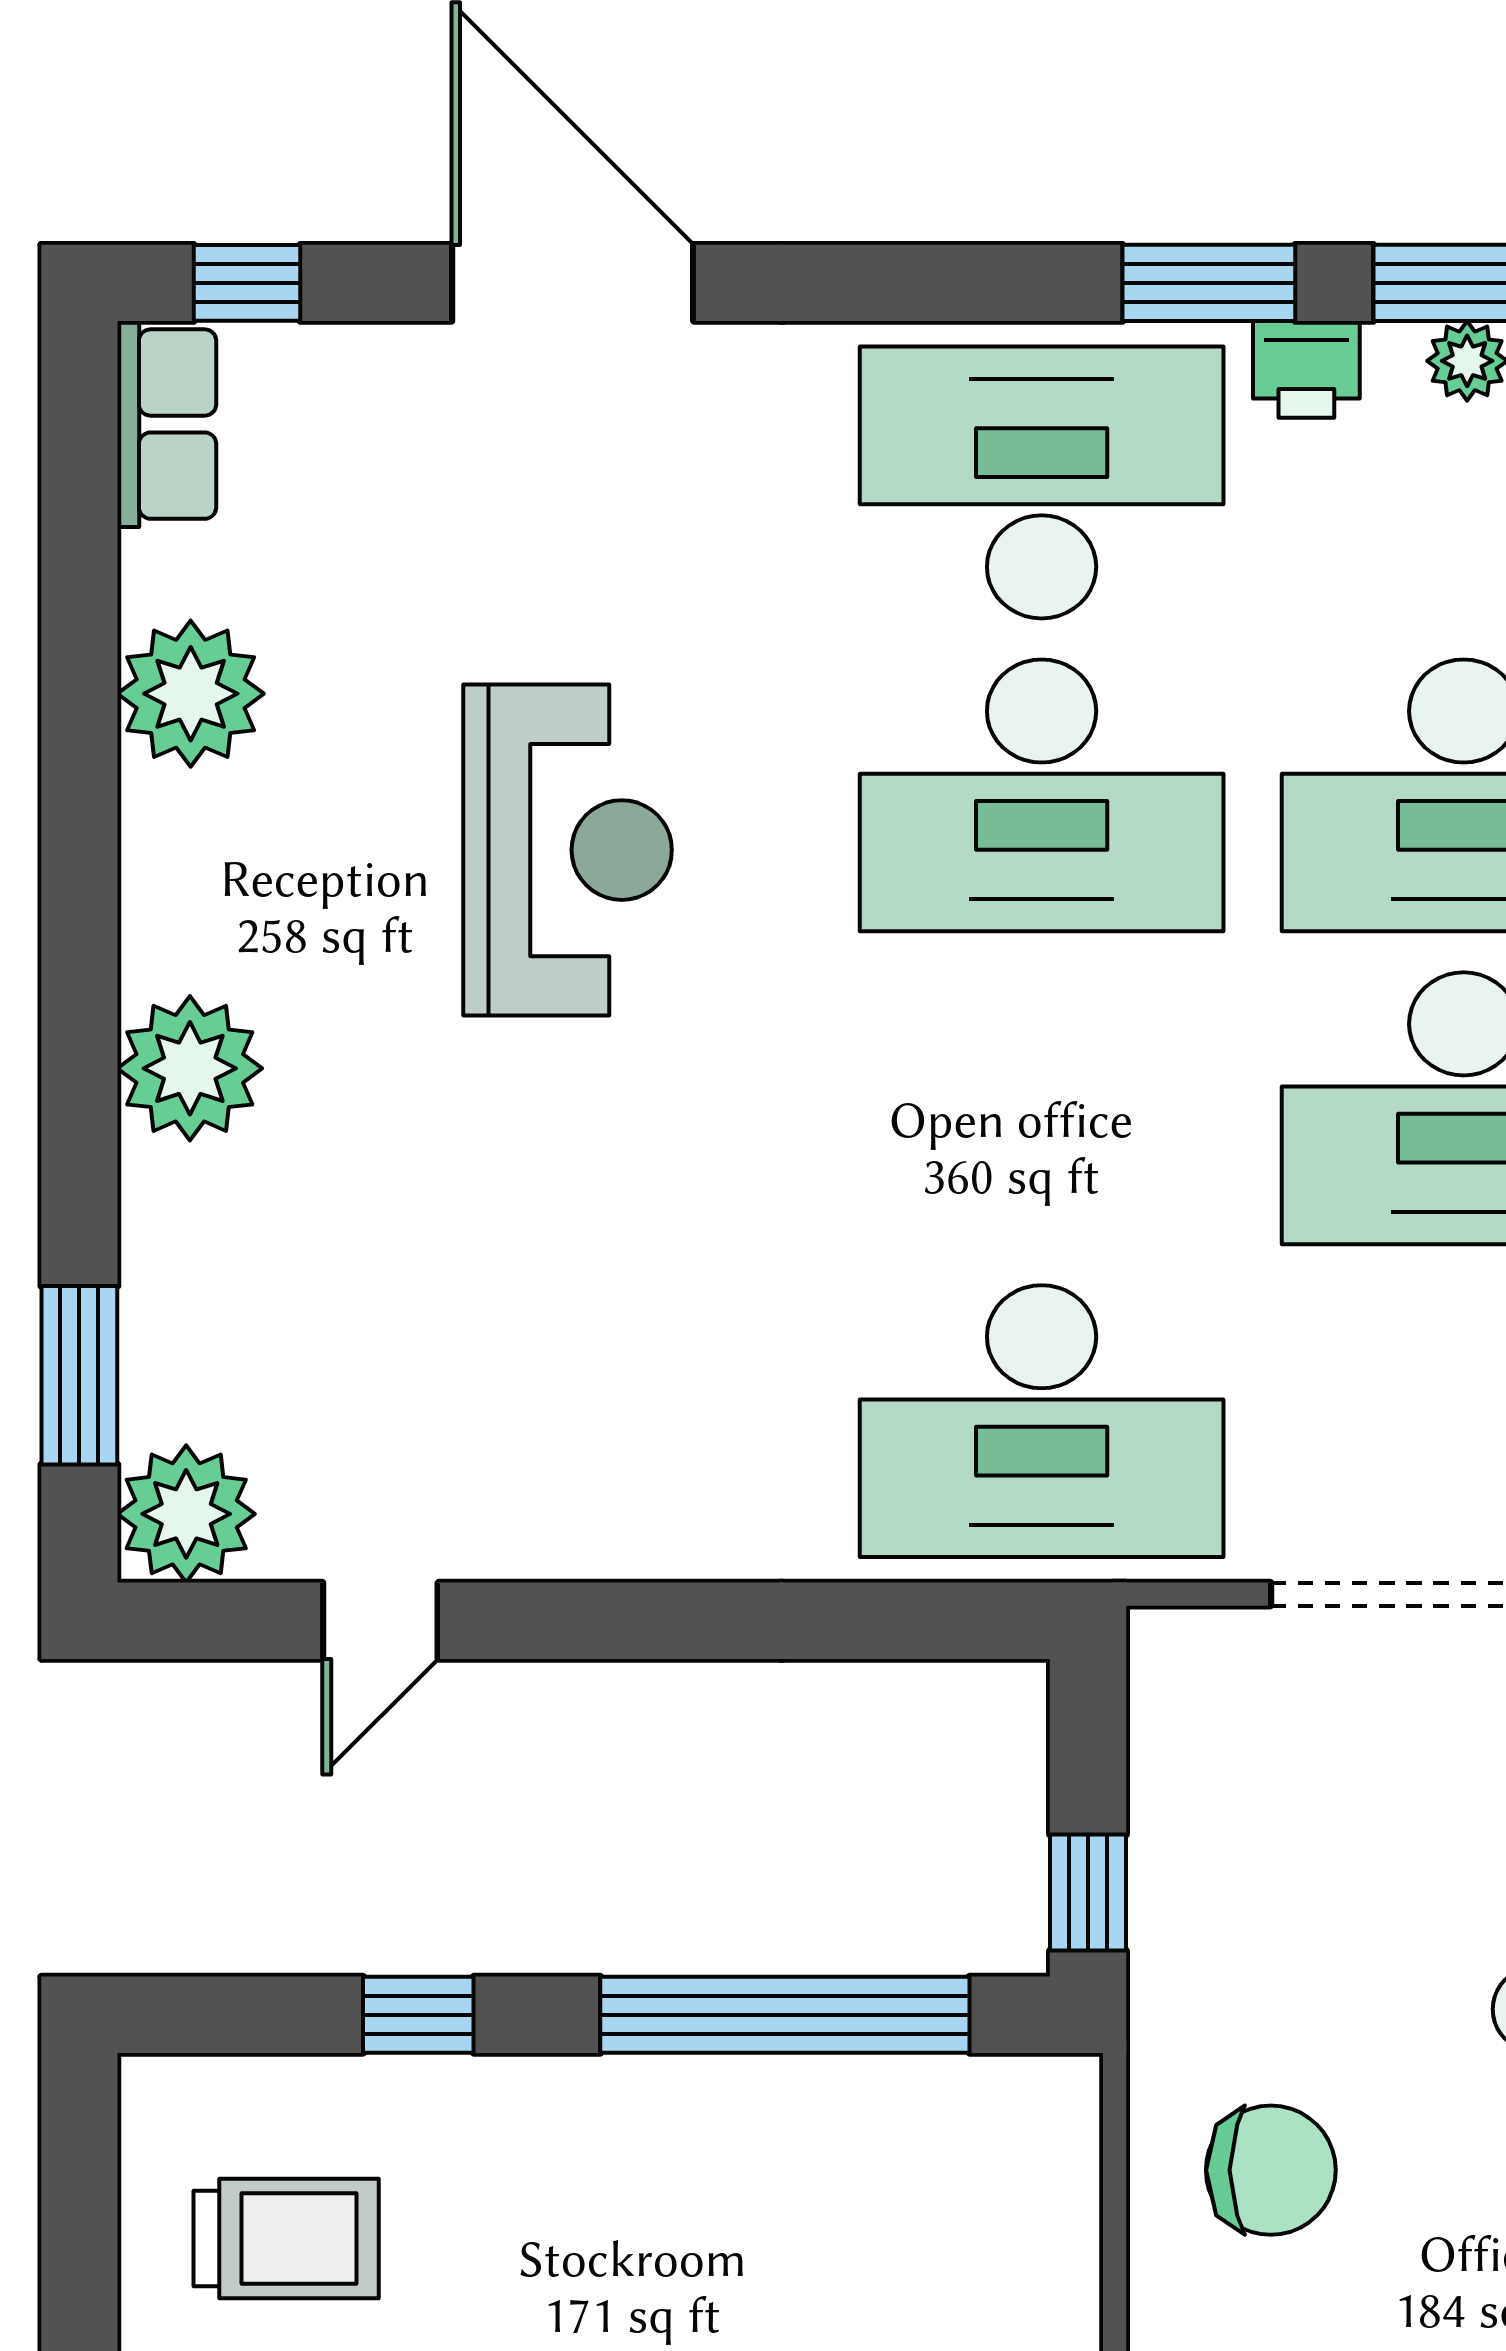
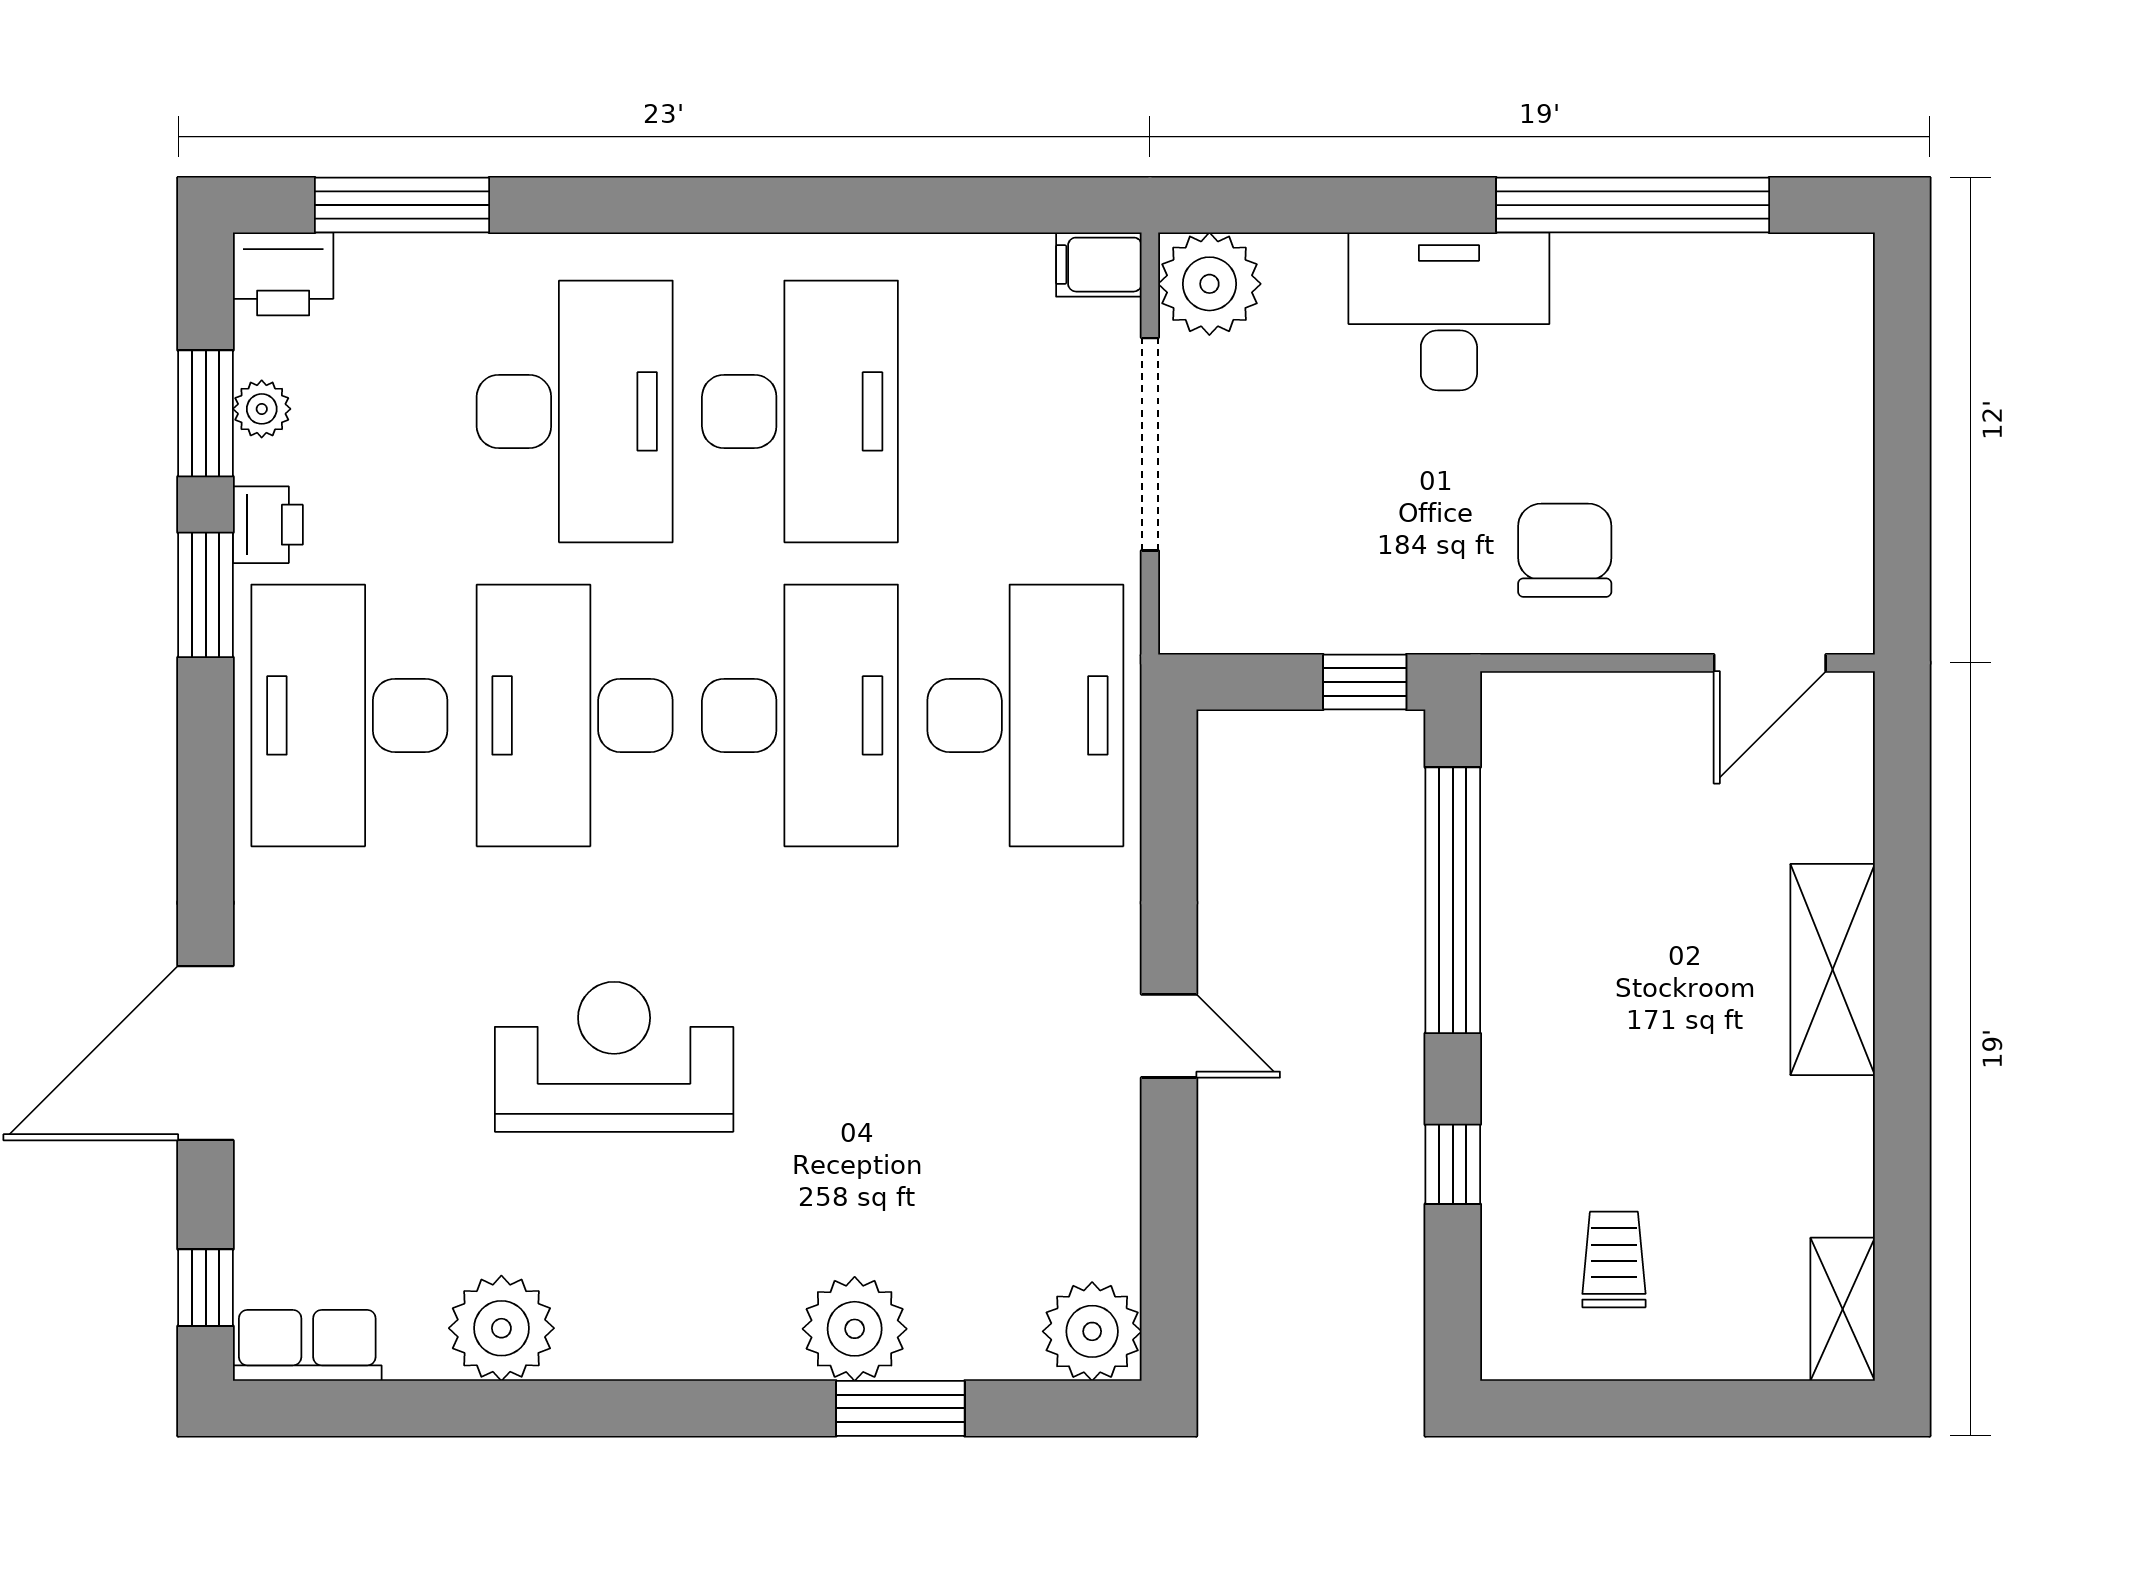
desk: (1042, 795) -> (575, 715), turned 180
plant: (190, 1068) -> (855, 1329), moved
desk: (1042, 1108) -> (800, 715), added
window: (79, 1375) -> (900, 1408), moved
door: (380, 1621) -> (1169, 1036), moved
trolley: (286, 2238) -> (1614, 1259), width x0.73, depth x0.72

